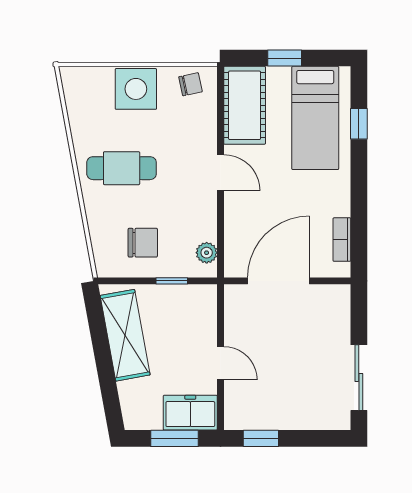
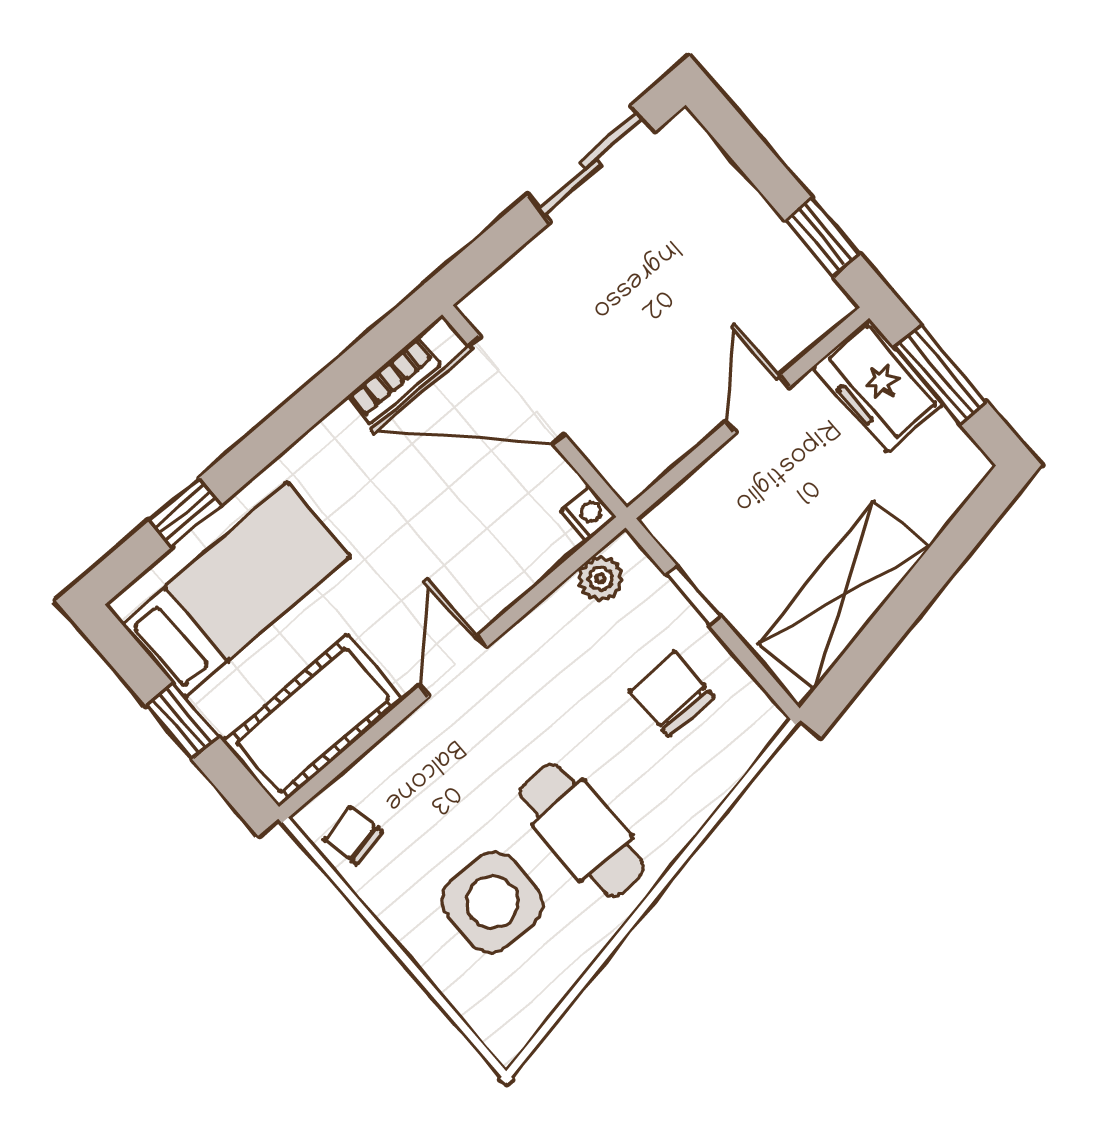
side table: (136, 89) -> (492, 902), moved
nightstand: (233, 268) -> (589, 514), added
door: (278, 281) -> (516, 390), moved

